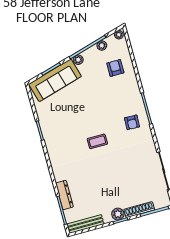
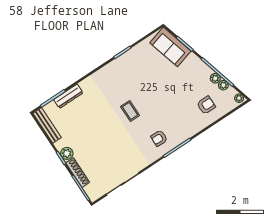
plant: (78, 60) -> (215, 78), moved
sofa: (55, 80) -> (170, 47), width x0.73

